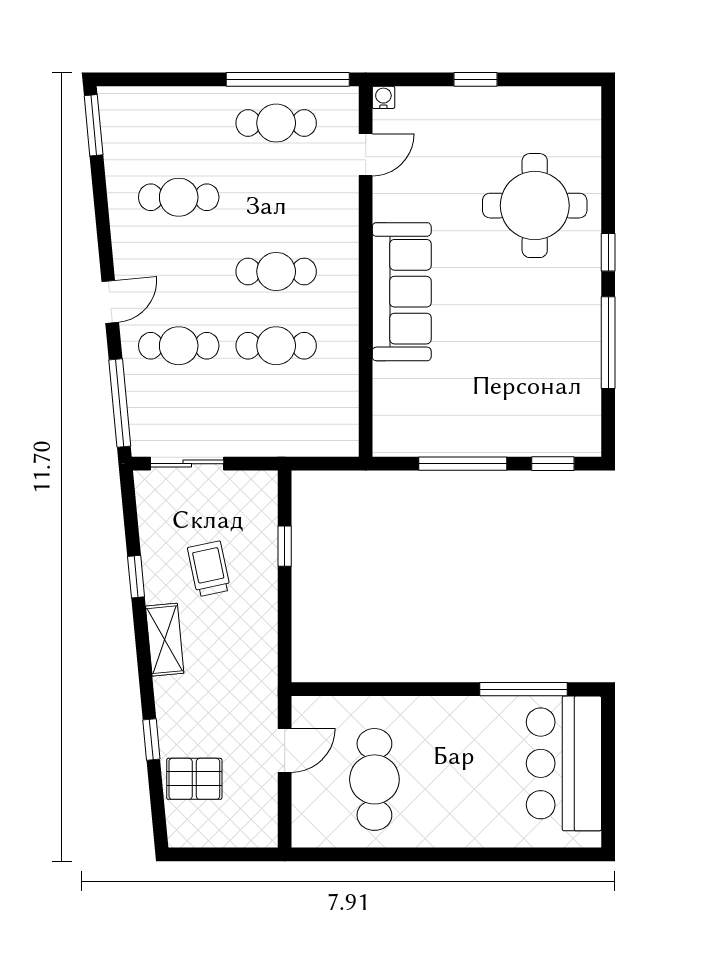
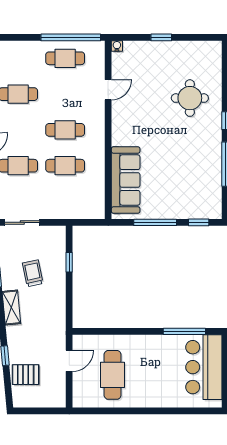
door: (366, 155) -> (108, 90), moved
round table: (535, 206) -> (190, 98), width x0.73, depth x0.73
sofa: (402, 292) -> (126, 180), moved

